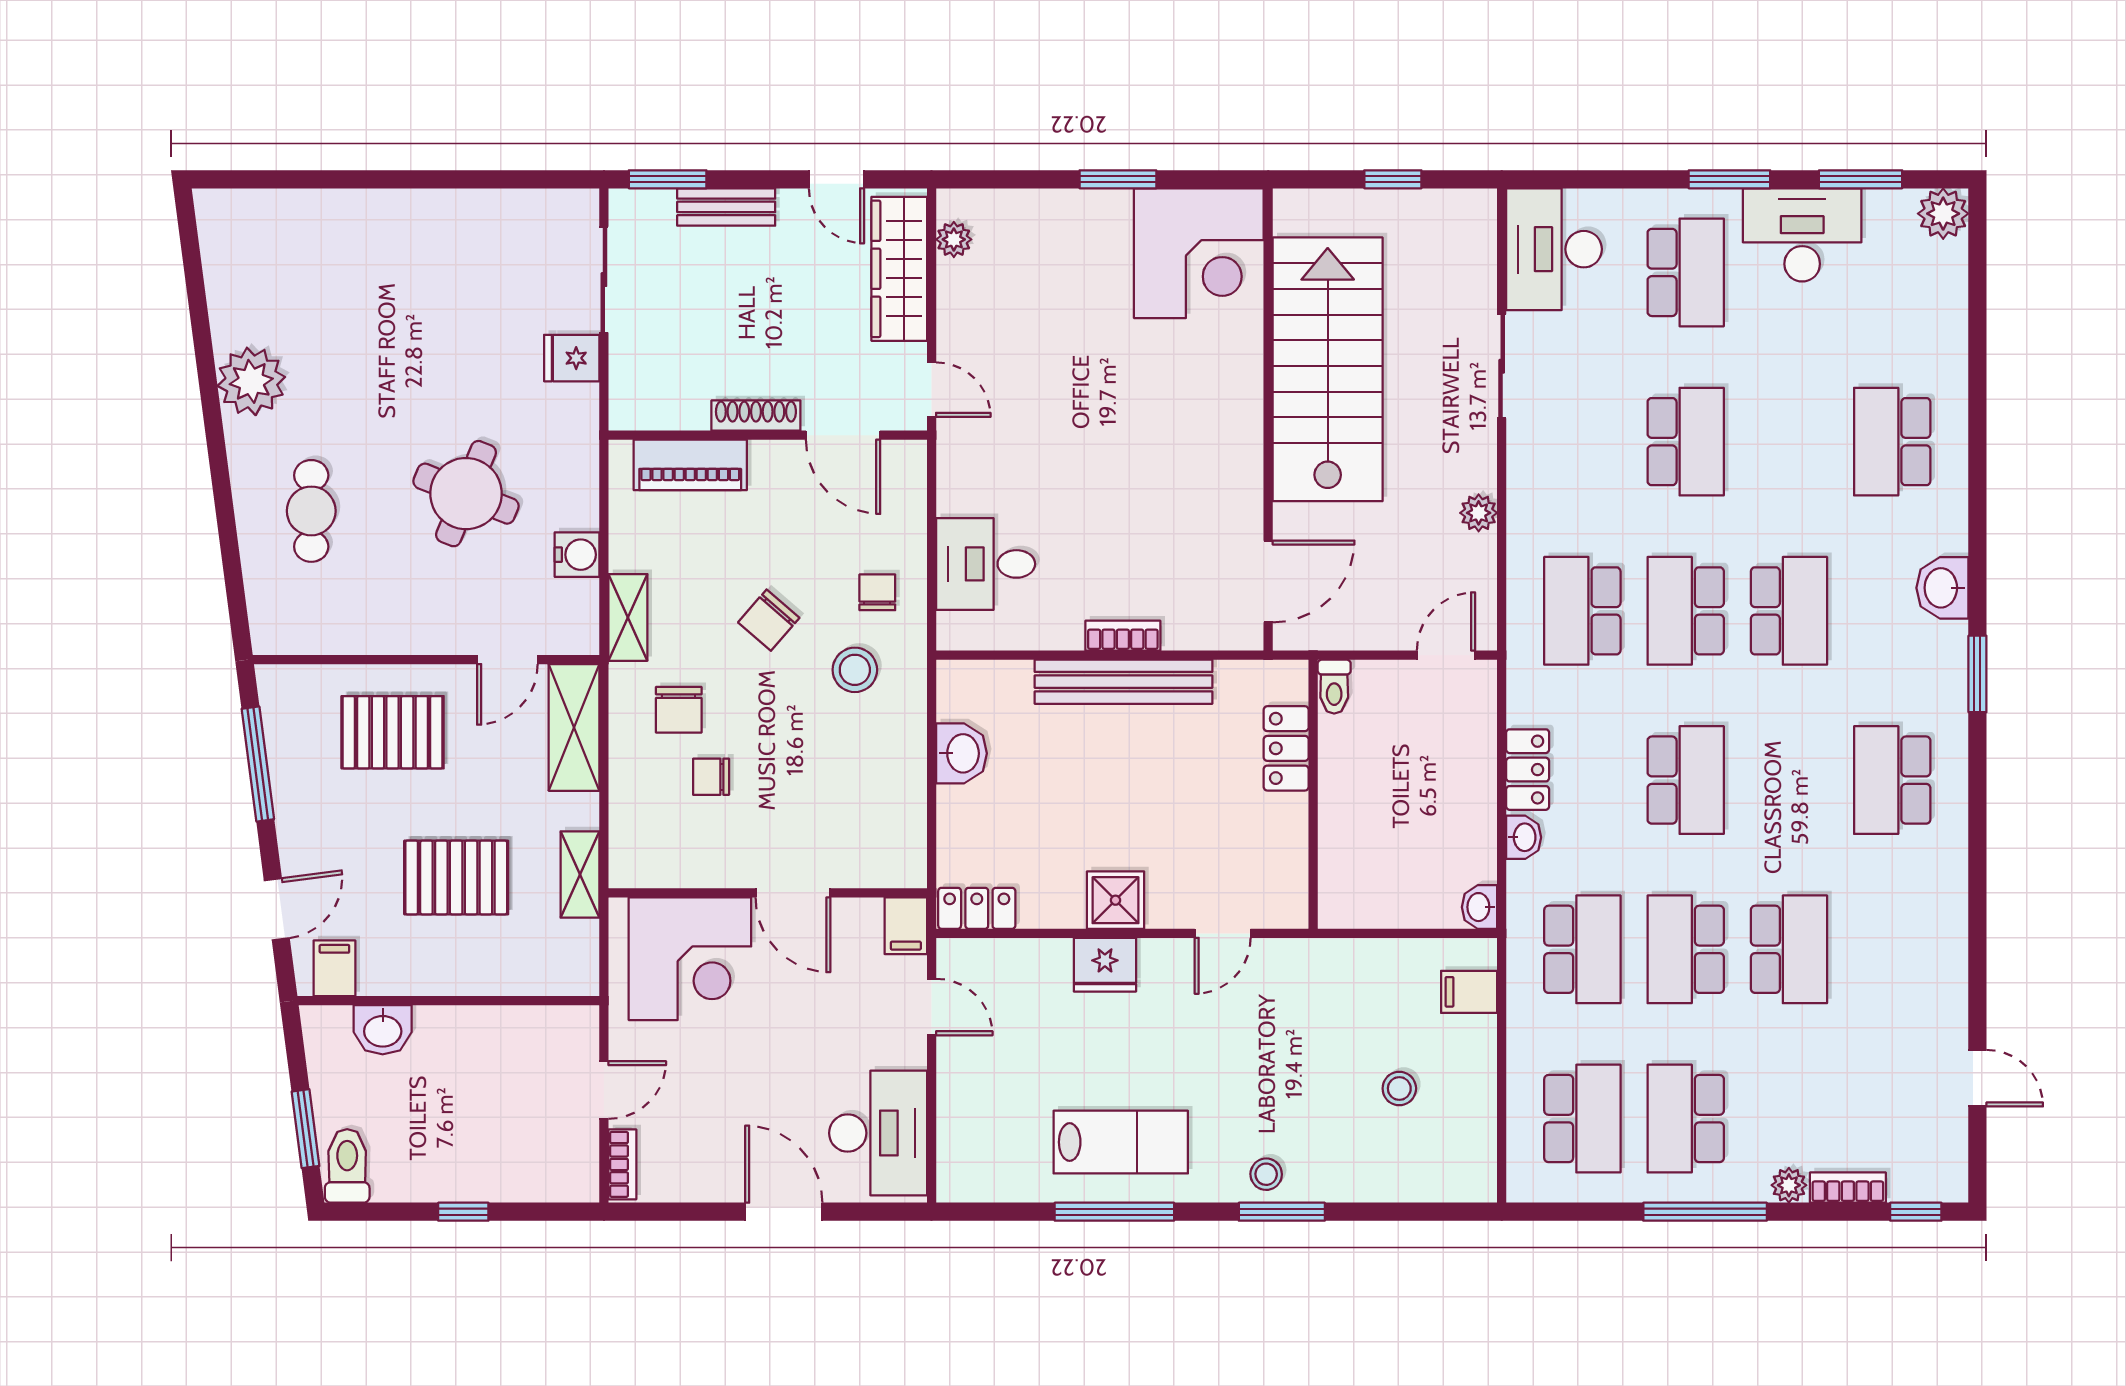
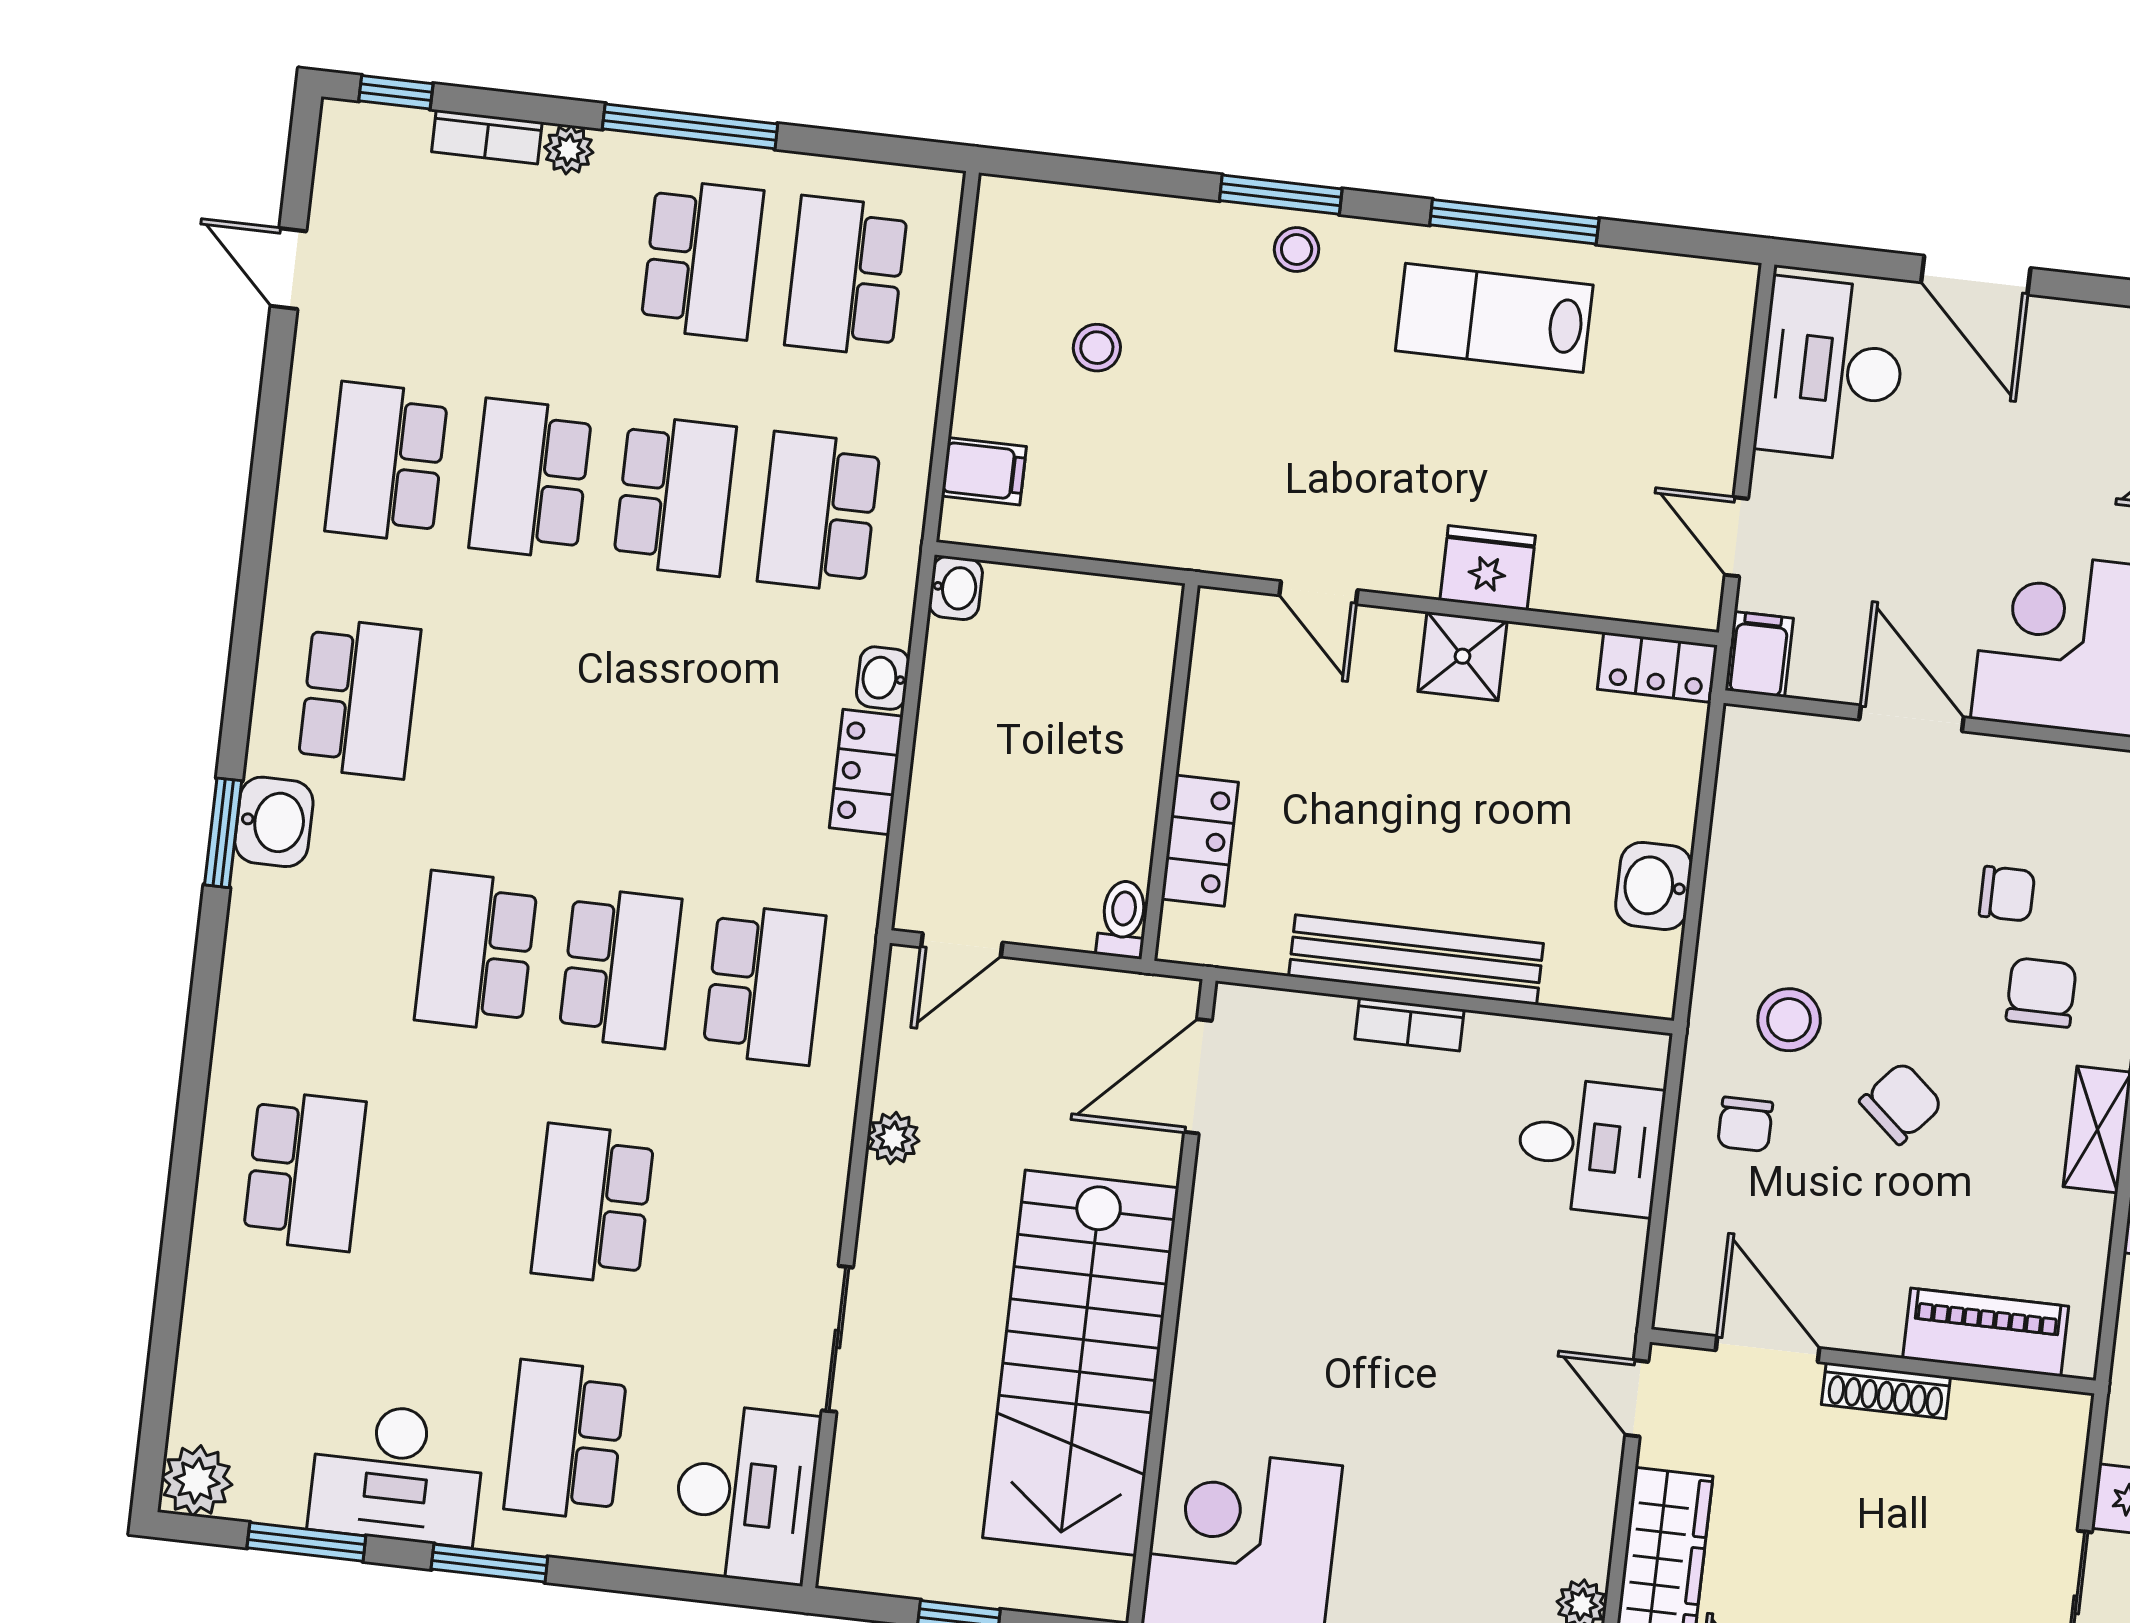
washbasin: (1942, 588) -> (274, 822), moved
school desk: (1686, 780) -> (386, 462), moved
door: (1223, 933) -> (1318, 593), swing flipped

